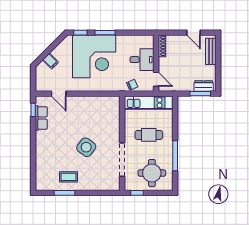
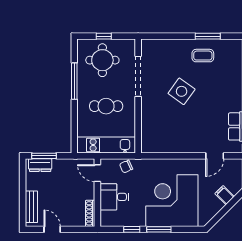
window: (80, 33) -> (132, 229), moved
door: (59, 94) -> (215, 156), swing flipped
window: (137, 193) -> (104, 36), moved

